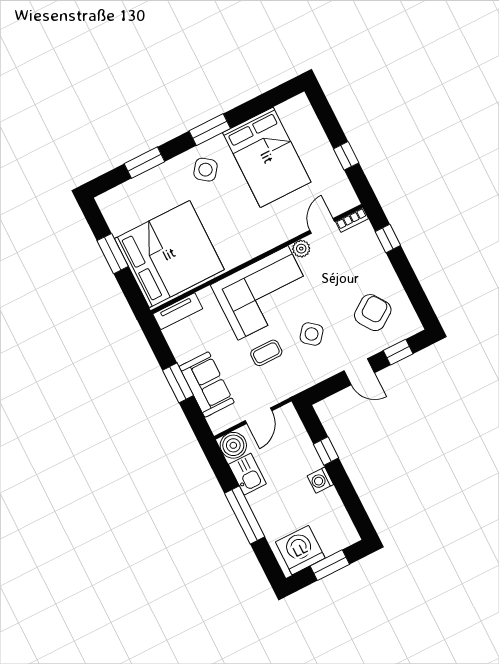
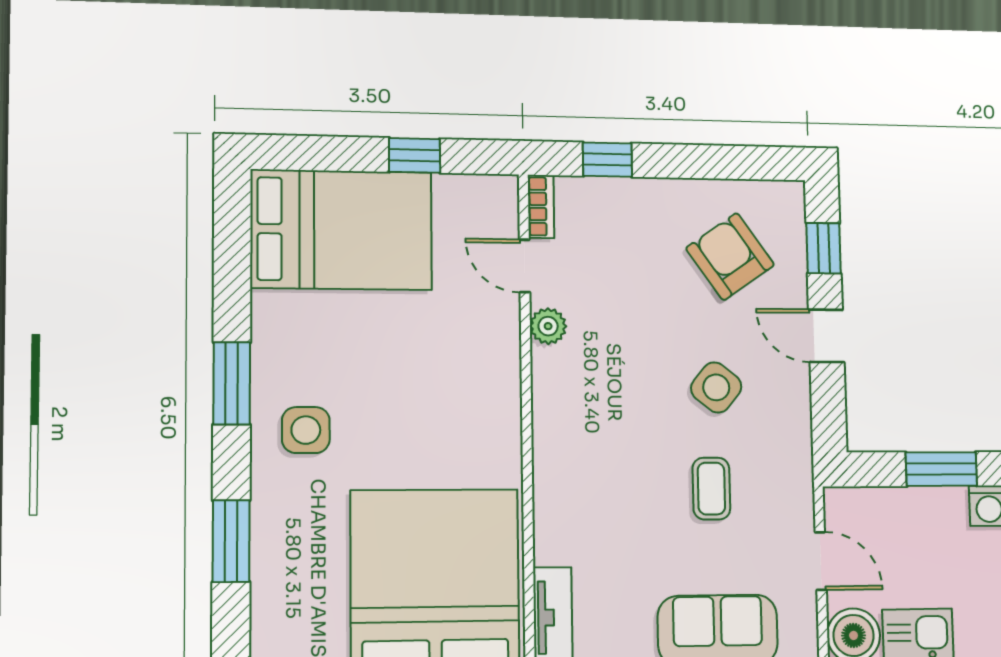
bed: (267, 157) -> (341, 230), moved
side table: (205, 170) -> (306, 430), turned -37
corner sofa: (263, 293) -> (597, 439), removed
door: (359, 372) -> (826, 336), swing flipped
window: (326, 451) -> (941, 469), width x1.50

